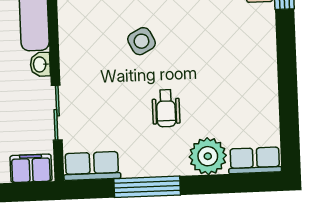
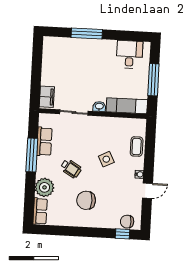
chair: (225, 73) -> (86, 200), added
wheelchair: (166, 108) -> (71, 168), turned -149
row of seats: (92, 166) -> (44, 141), moved

